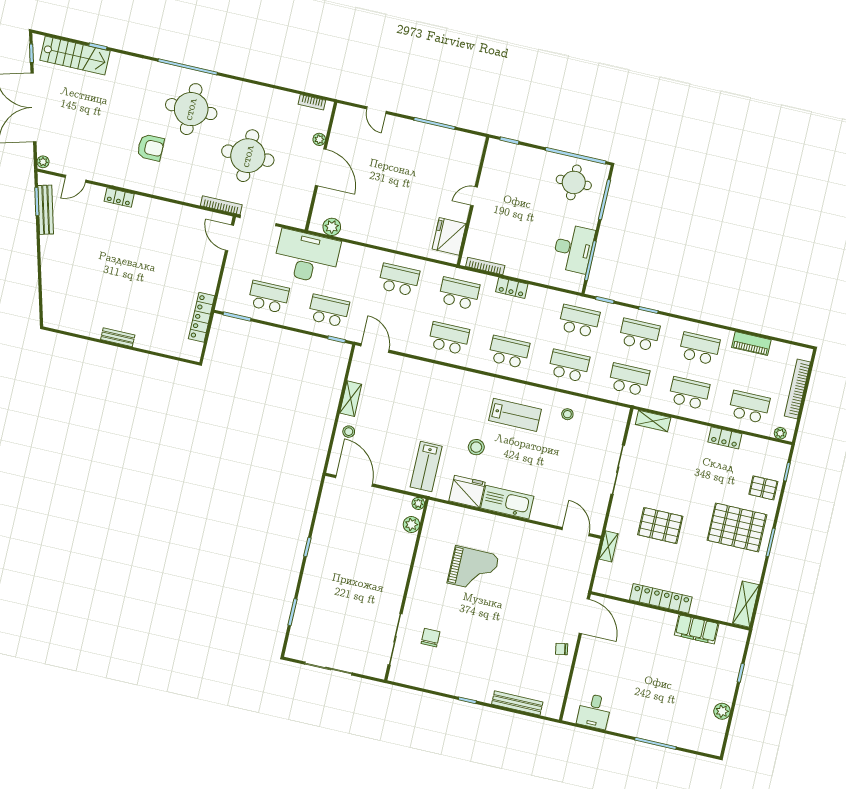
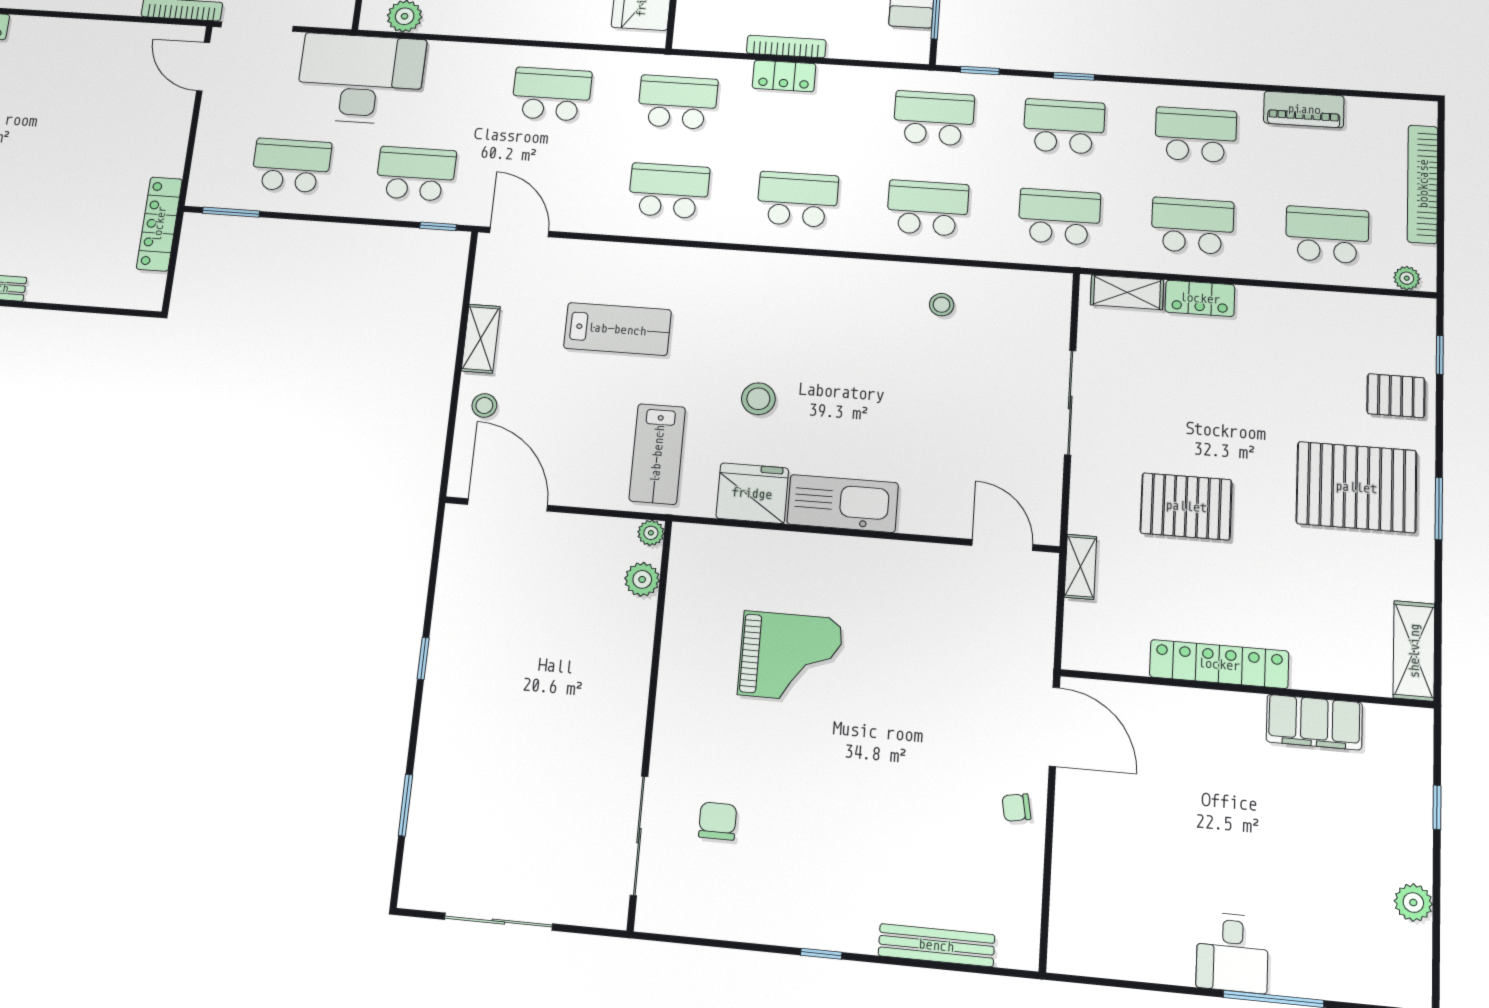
bookcase: (485, 266) -> (786, 46), moved
lab bench: (515, 415) -> (617, 329), moved
locker: (725, 438) -> (1200, 298), moved
desk: (594, 711) -> (1232, 953), moved

